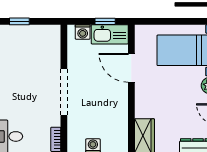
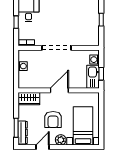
door: (131, 68) -> (59, 90), moved
armchair: (177, 98) -> (53, 119), added

